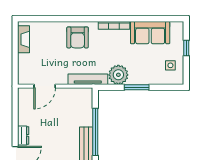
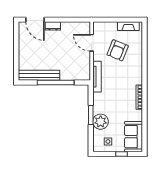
sofa: (150, 33) -> (134, 137), moved
armchair: (78, 37) -> (118, 50), moved, turned -68
plant: (118, 75) -> (101, 122), moved

